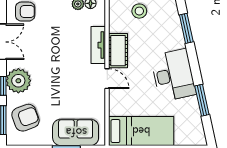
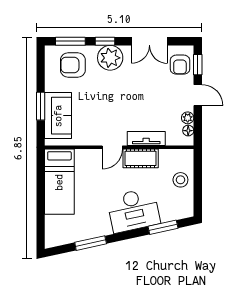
desk: (173, 75) -> (133, 210), moved
armchair: (25, 118) -> (73, 65), turned 110

